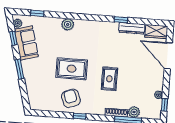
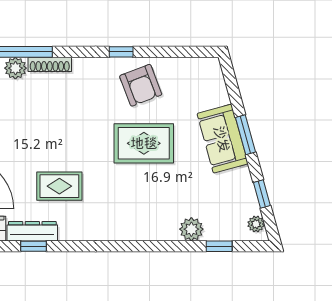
window: (121, 20) -> (33, 246), moved
plant: (68, 24) -> (191, 229), moved
sofa: (26, 43) -> (222, 139), moved
rug: (109, 79) -> (59, 186), moved, turned 90

